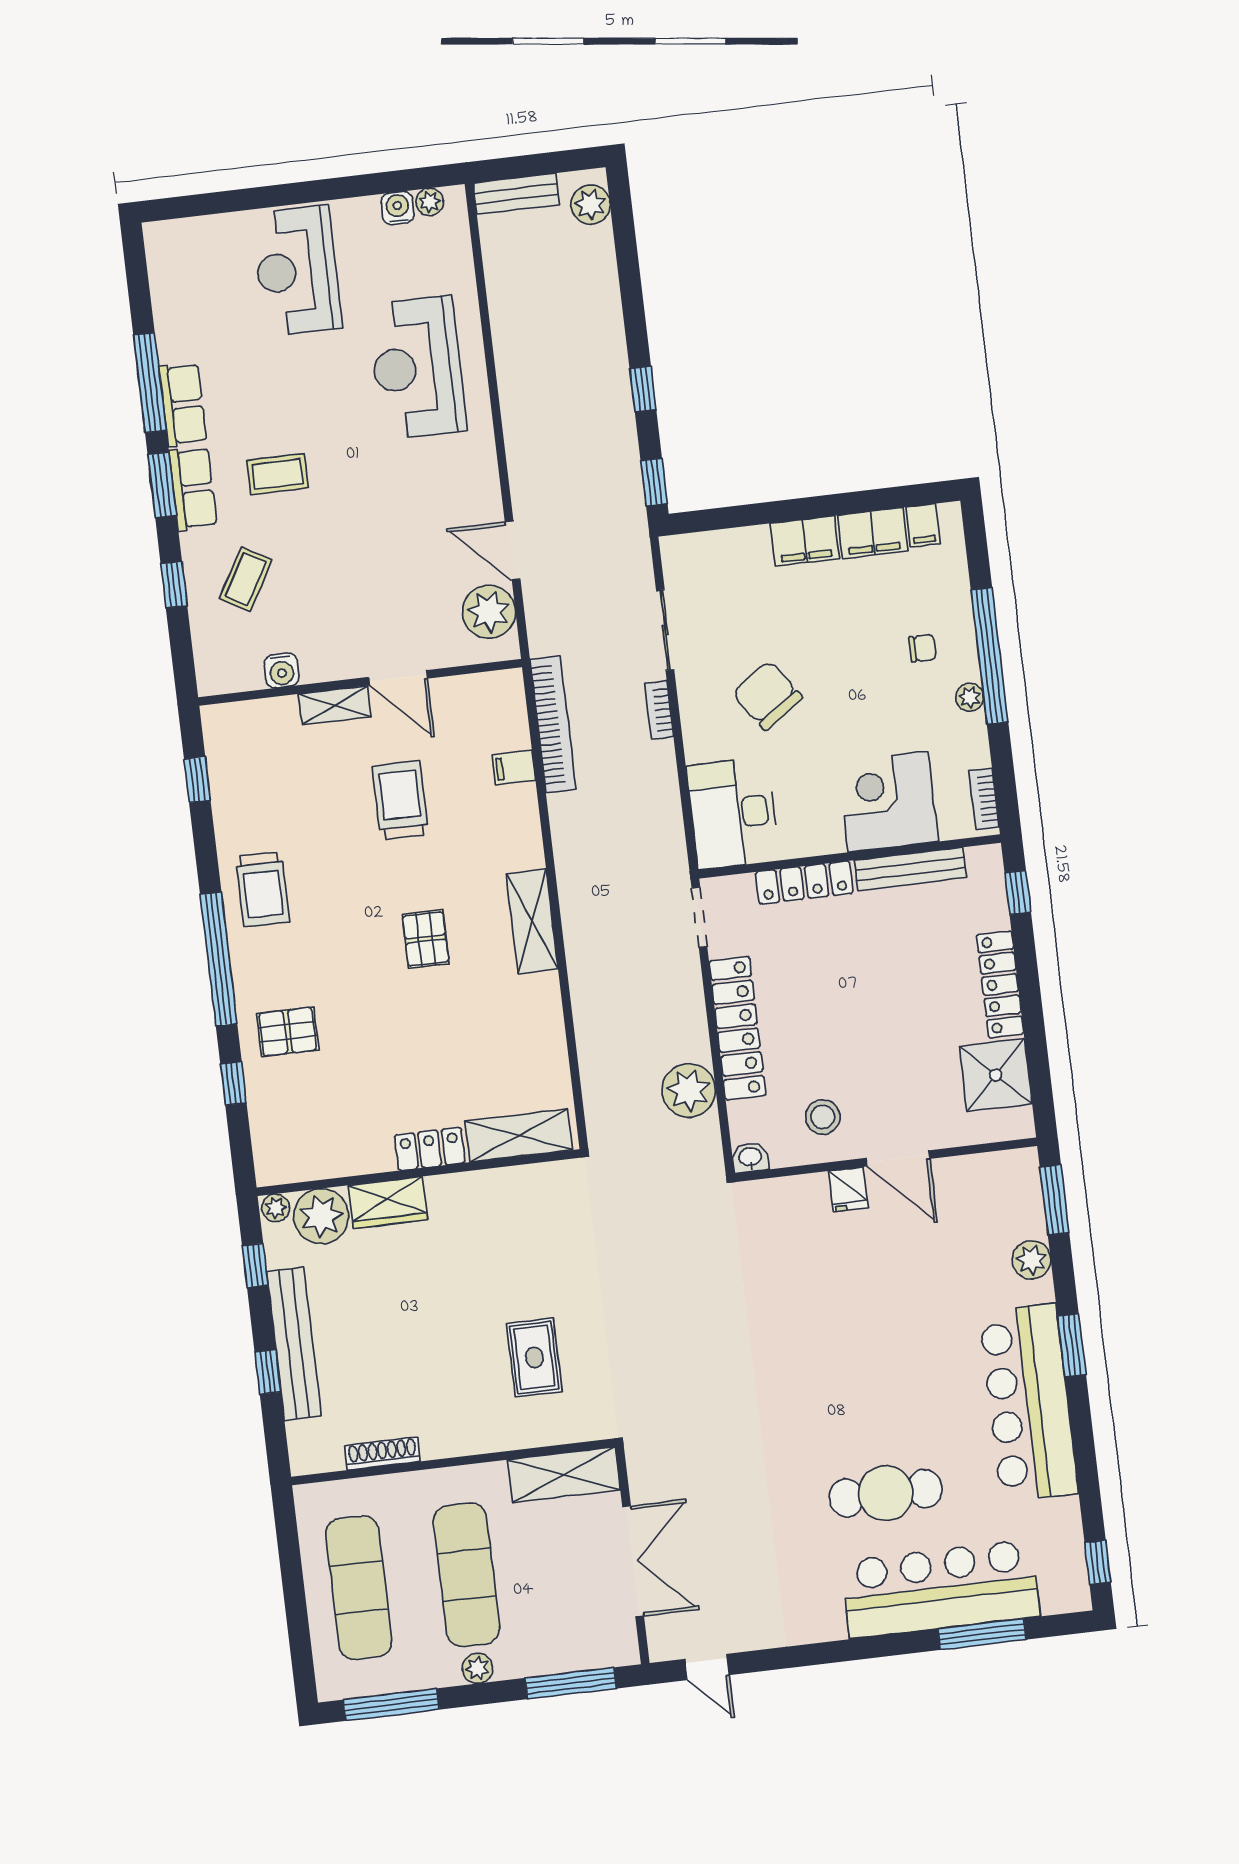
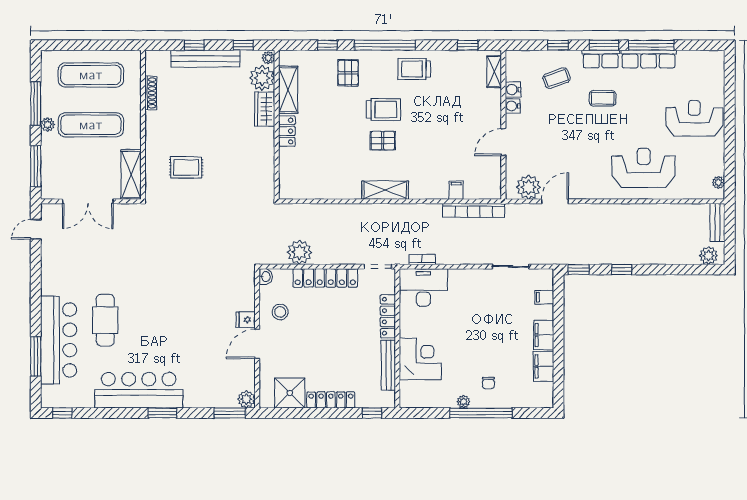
water cooler: (398, 208) -> (513, 106), moved, turned 180
row of seats: (183, 404) -> (649, 59), width x1.48
coffee table: (277, 474) -> (603, 98), turned 90
filing cabinet: (923, 525) -> (544, 297), moved
coffee table: (246, 579) -> (557, 78), turned -50
chair: (767, 695) -> (475, 310), removed
shelving: (335, 705) -> (494, 72), moved
bookcase: (659, 710) -> (422, 259), moved
bookcase: (984, 799) -> (416, 403), removed
trolley: (400, 800) -> (383, 110), moved
shelving: (519, 1135) -> (288, 90), moved
plant: (1031, 1260) -> (246, 399), moved
window: (391, 1705) -> (36, 104), moved

